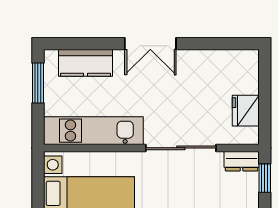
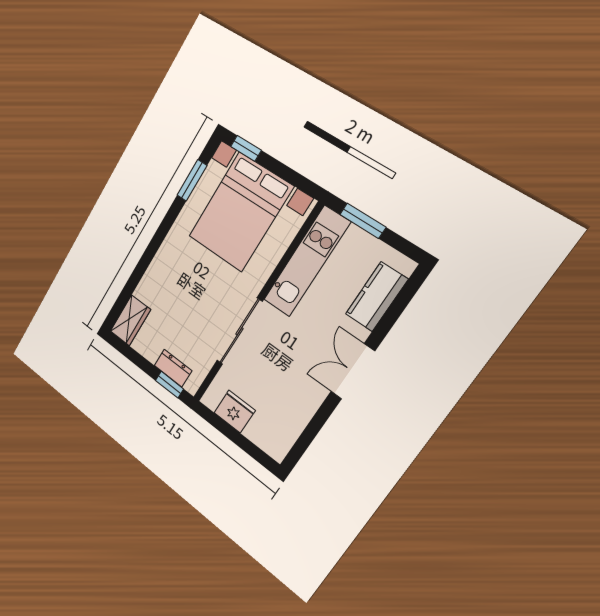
window: (38, 83) -> (363, 221), moved
dresser: (242, 161) -> (173, 368), moved, turned 90

